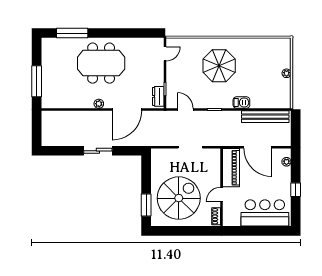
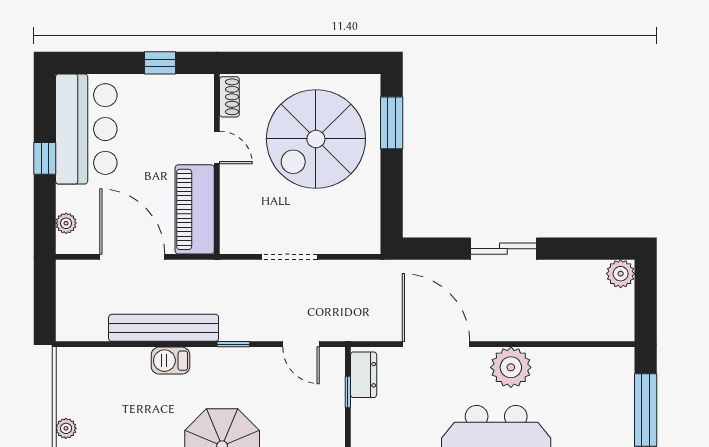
plant: (99, 104) -> (511, 367), width x1.88, depth x1.88
door: (127, 110) -> (436, 344), hinge flipped
bench: (265, 117) -> (164, 328), moved
plant: (47, 140) -> (621, 274), added
door: (221, 194) -> (217, 147), hinge flipped
bar counter: (265, 213) -> (86, 129), moved, turned -90
window: (246, 231) -> (160, 63), added

